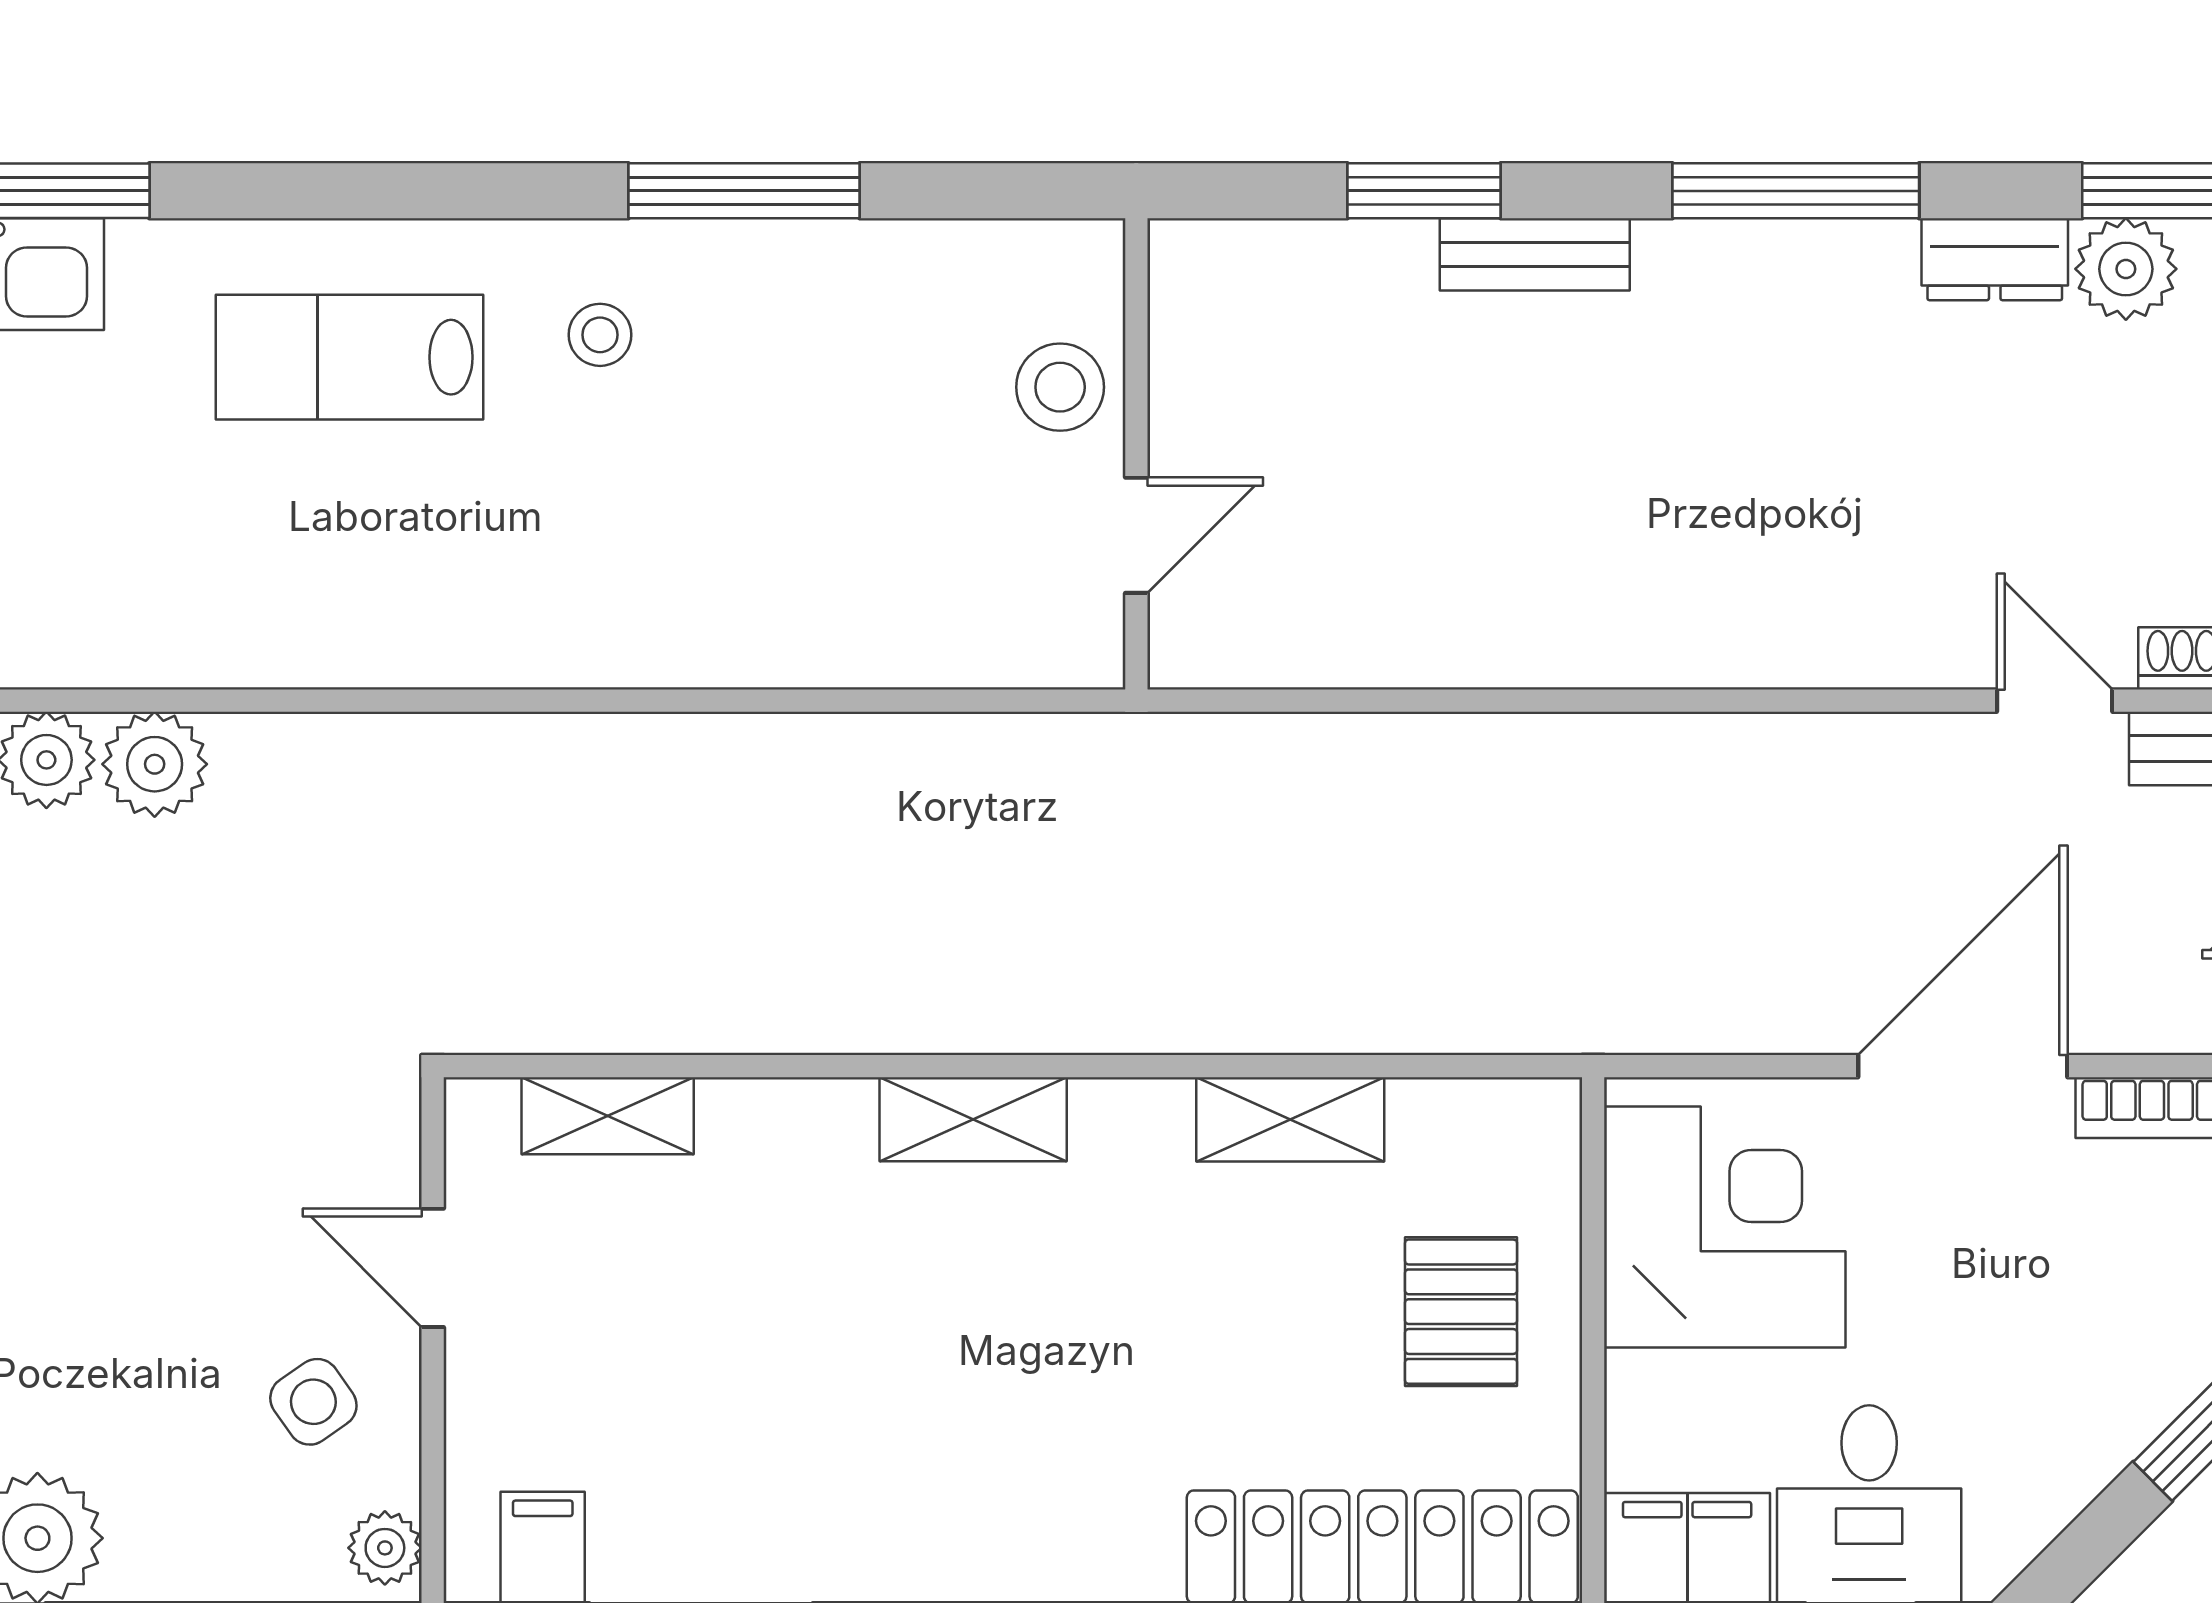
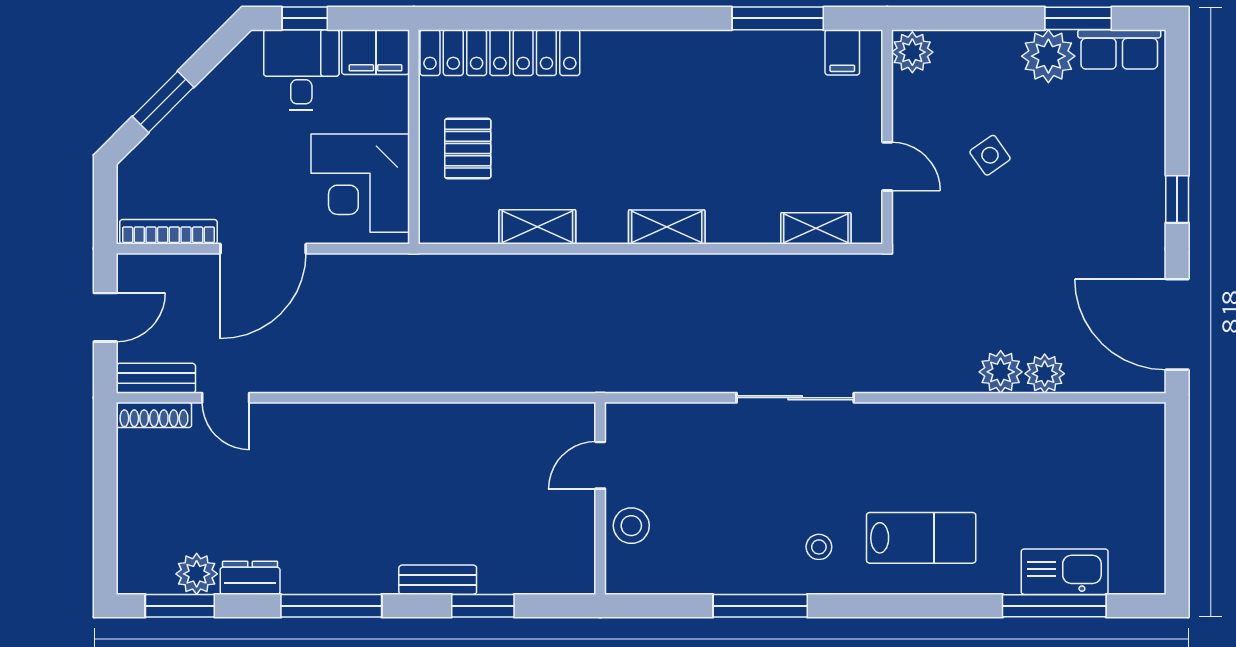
sliding door: (658, 701) -> (795, 398), added
side table: (313, 1402) -> (990, 155), moved
plant: (385, 1548) -> (912, 52), width x1.38, depth x1.38

